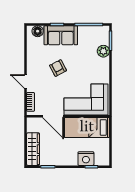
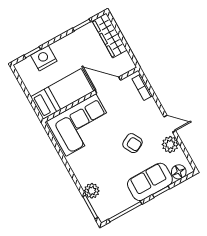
plant: (33, 53) -> (170, 144), added
door: (26, 82) -> (170, 124), moved

